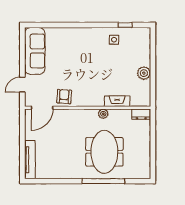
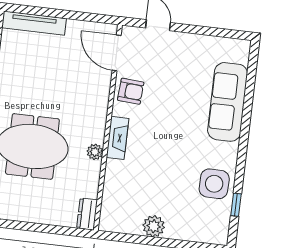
side table: (114, 40) -> (214, 184), width x1.87, depth x1.87
sofa: (35, 51) -> (228, 102), moved, turned 90
fireplace: (117, 101) -> (118, 138), moved

